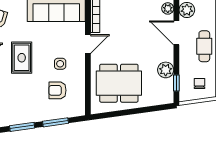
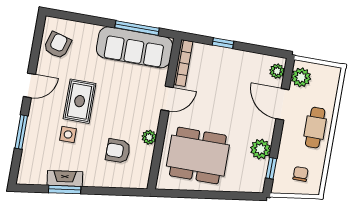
side table: (60, 64) -> (68, 134), moved
plant: (79, 76) -> (149, 137), added
fireplace: (21, 119) -> (65, 179), added
window: (55, 122) -> (108, 191), removed

